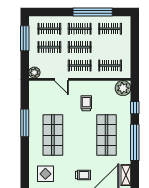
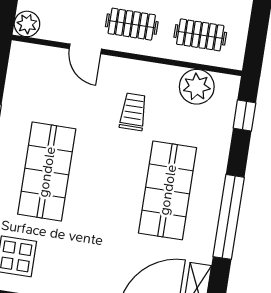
plant: (123, 88) -> (197, 87), moved
window: (135, 108) -> (244, 116), moved
trolley: (83, 175) -> (100, 272), removed

